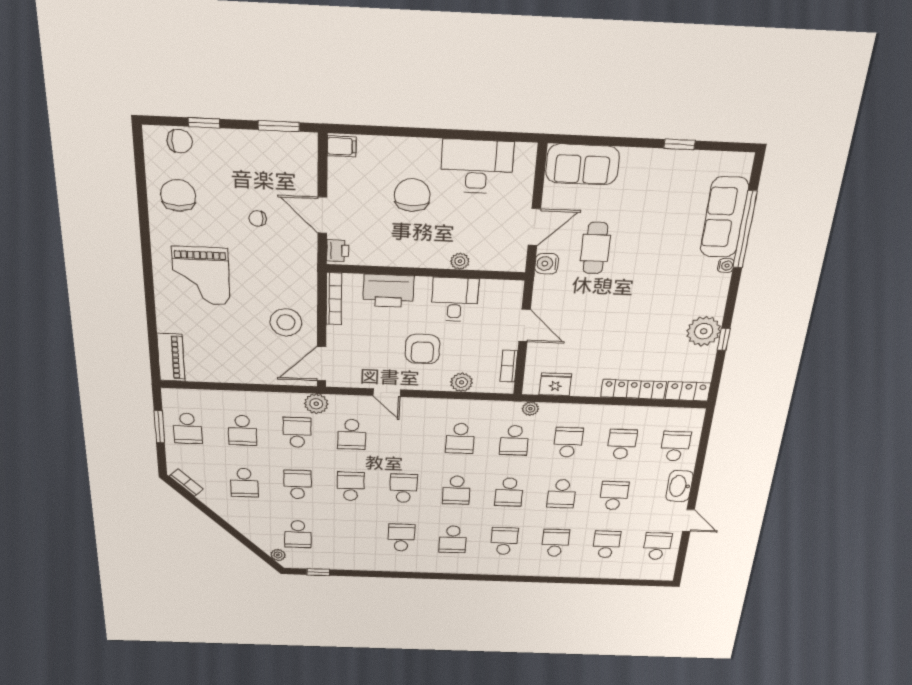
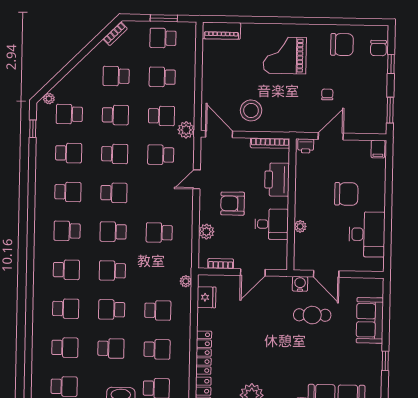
sofa: (582, 164) -> (370, 320), moved
school desk: (514, 440) -> (69, 153), moved, turned 180

